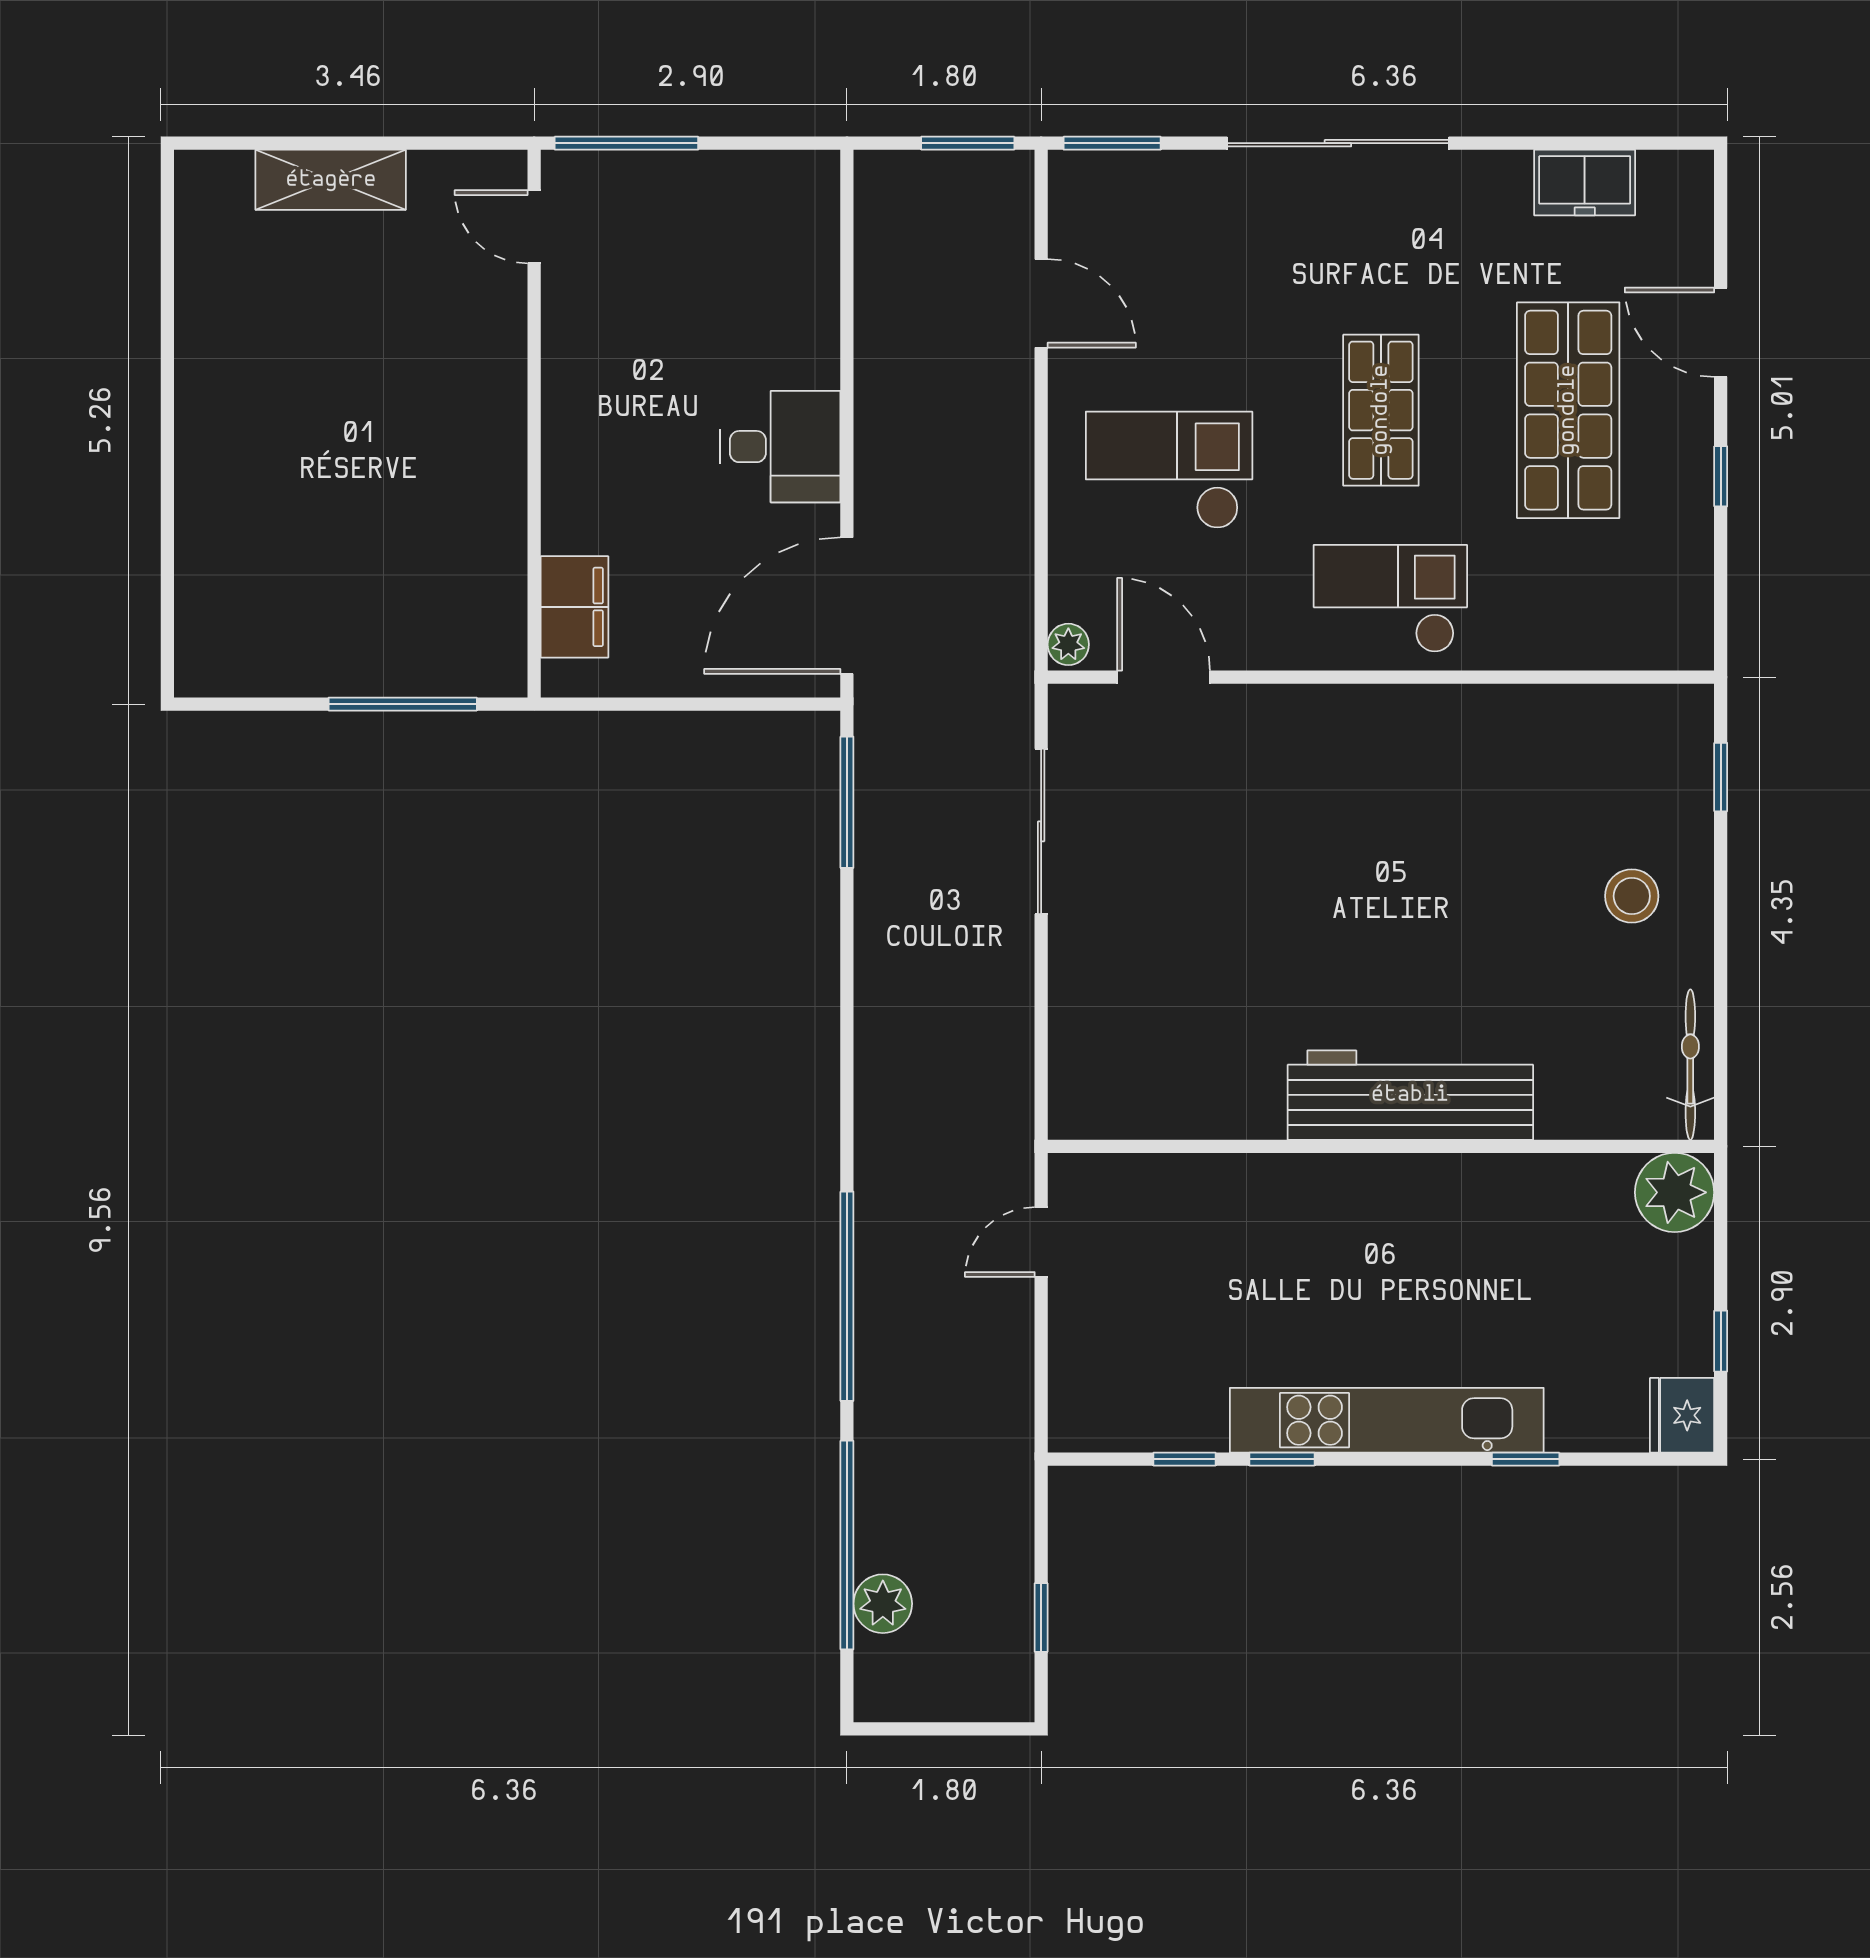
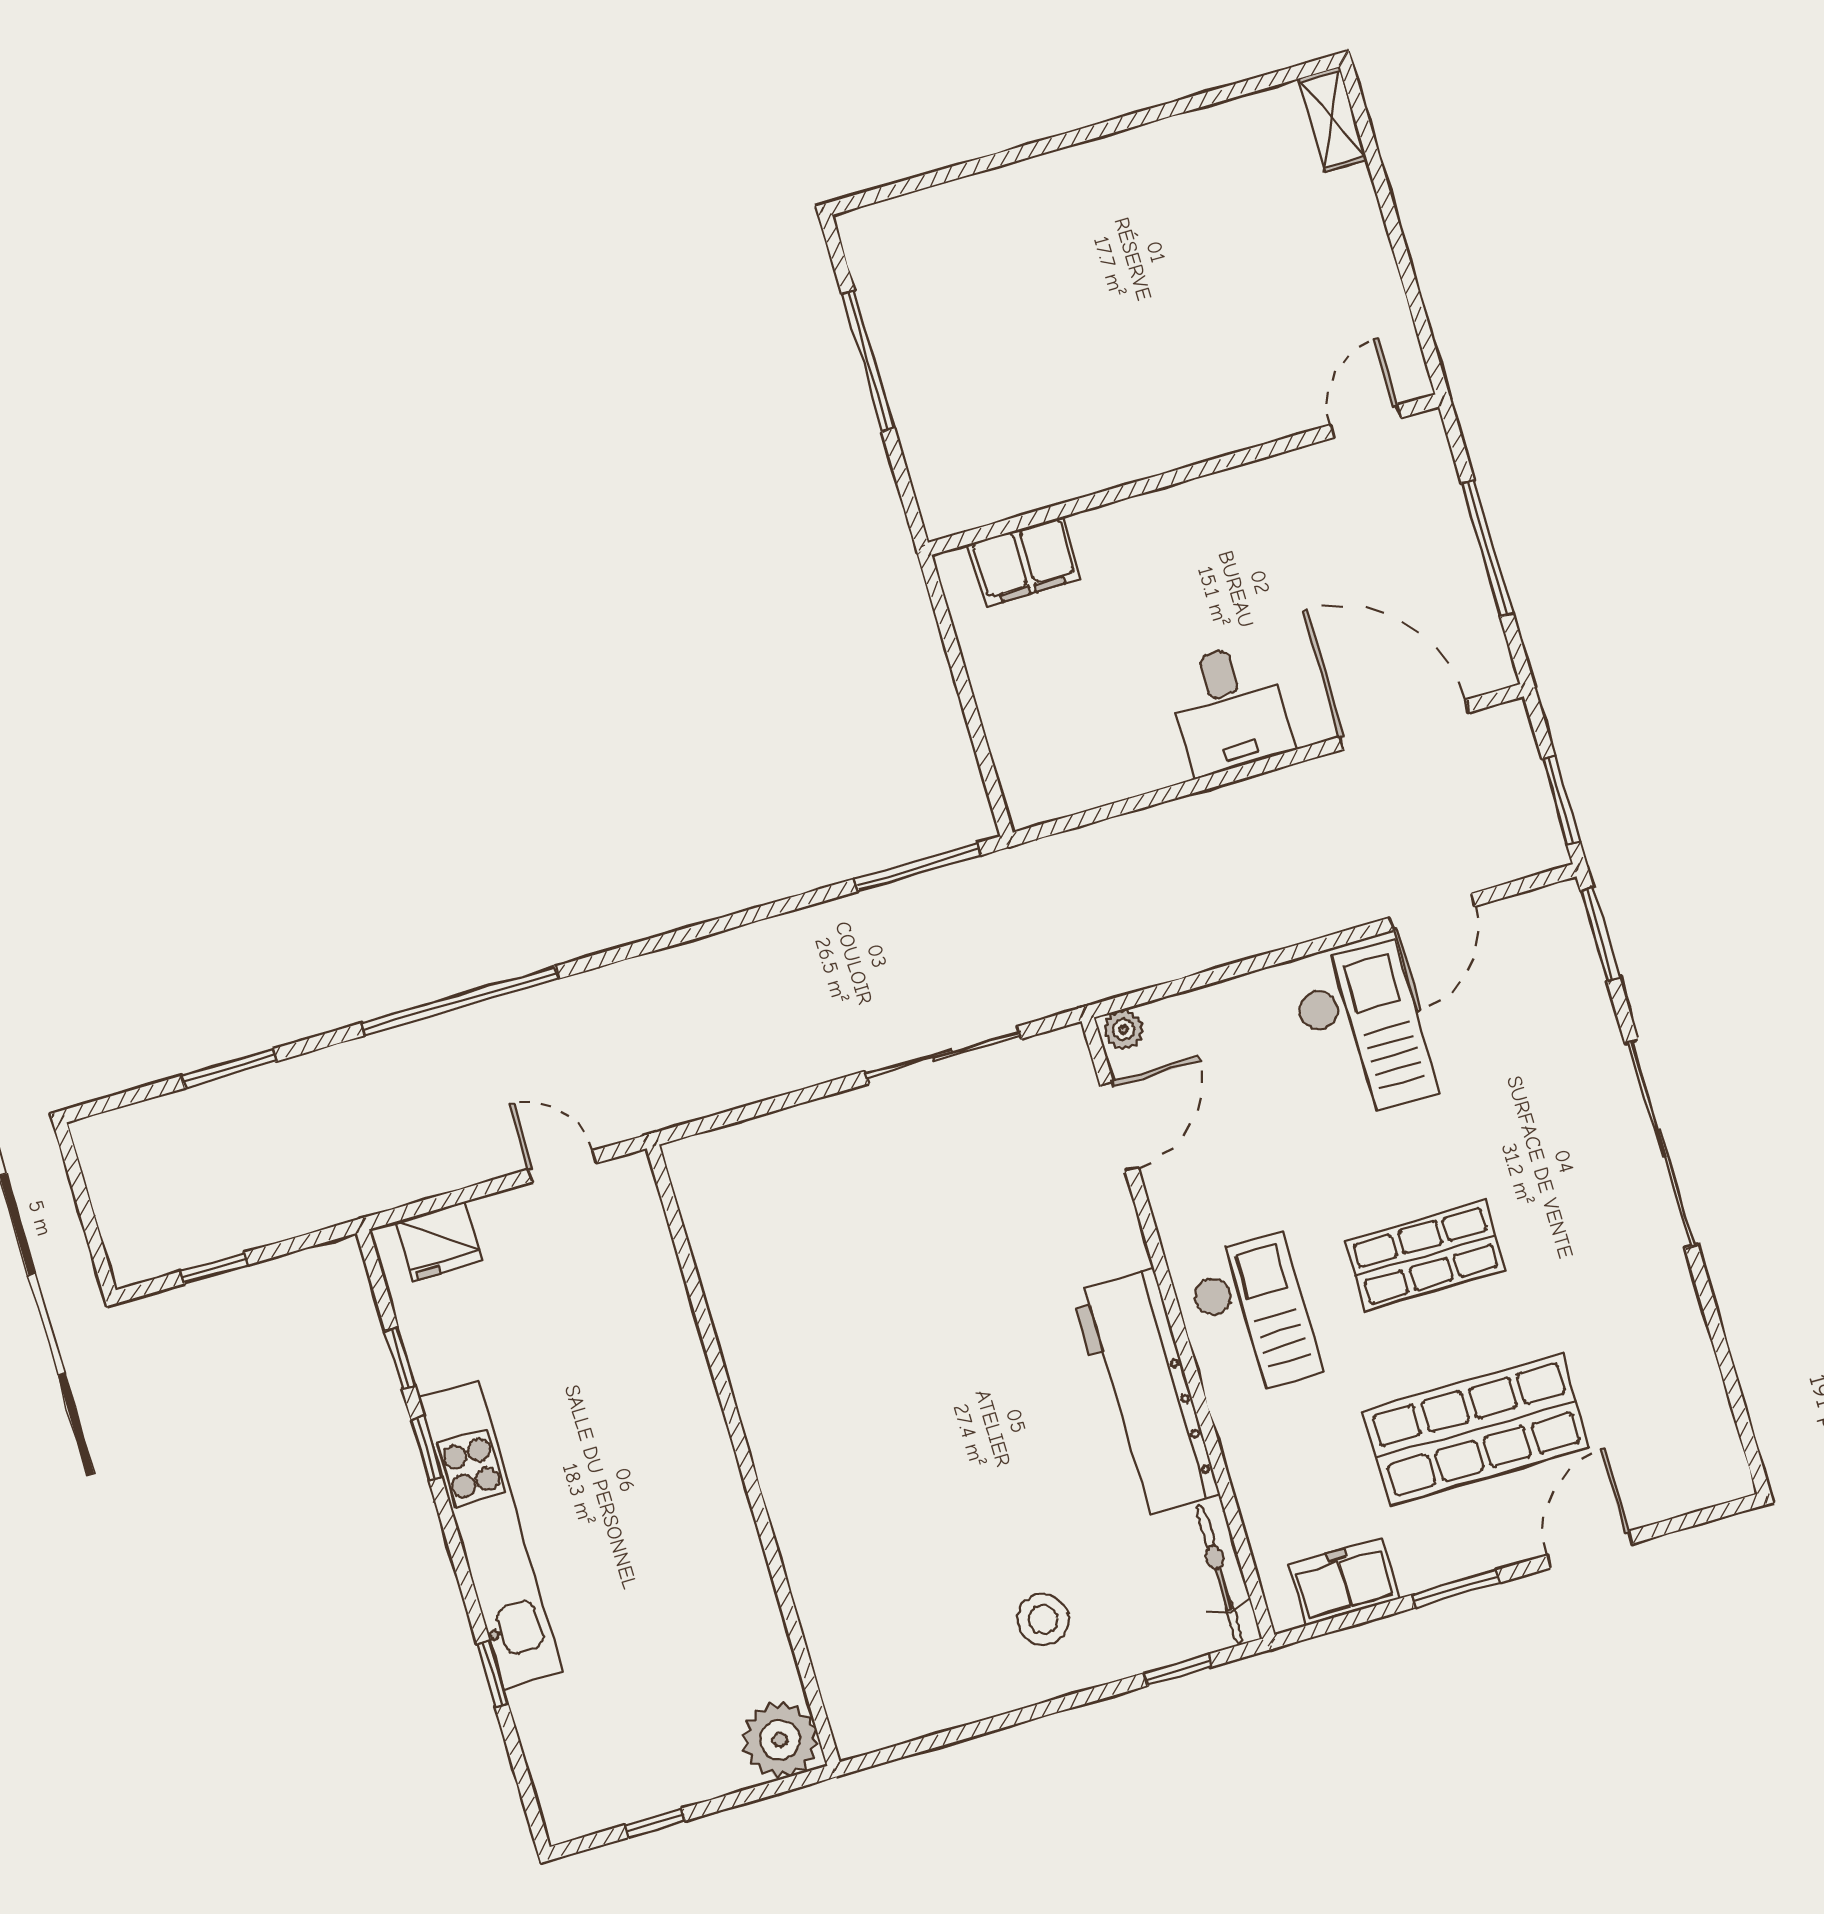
window: (626, 143) -> (1487, 548), moved
shelving: (331, 180) -> (1332, 119), moved, width x0.67, depth x0.75
freezer: (1585, 183) -> (1344, 1582), moved, turned 90
checkout: (1169, 470) -> (1363, 1031), moved
window: (1721, 476) -> (1456, 1589), width x1.50
door: (847, 606) -> (1404, 725), moved
window: (403, 704) -> (868, 361), moved
bicycle: (1690, 1065) -> (1220, 1574), moved, turned -90
workbench: (1410, 1095) -> (1145, 1392), moved, turned 180
fridge: (1682, 1415) -> (439, 1241), moved, turned 180
window: (847, 1545) -> (229, 1068), width x0.47
plant: (883, 1604) -> (184, 1117), removed

